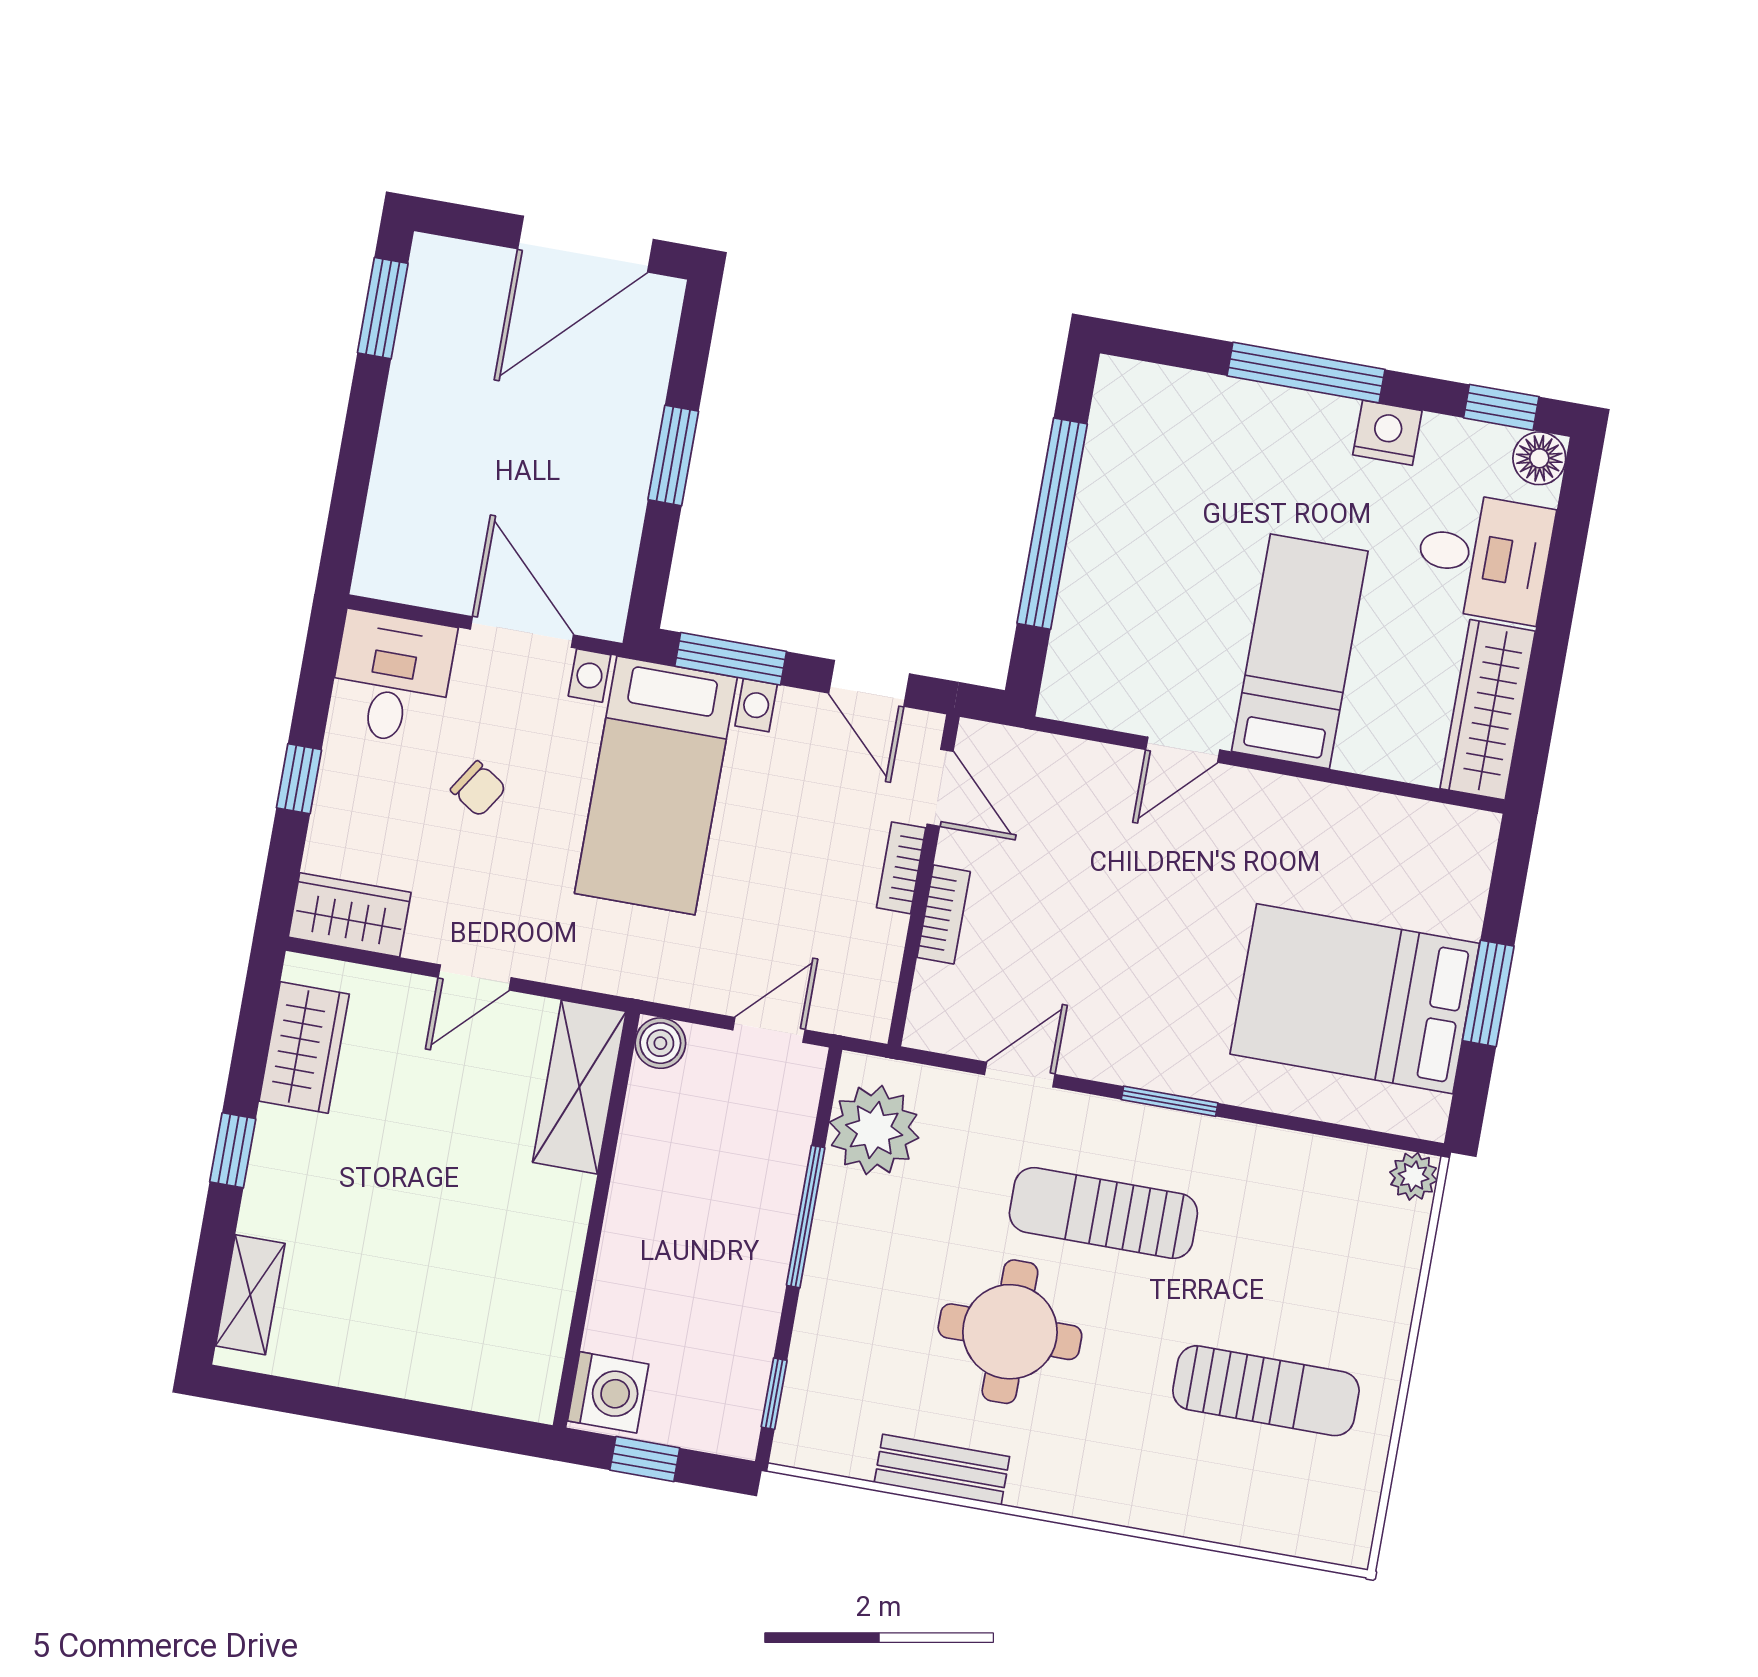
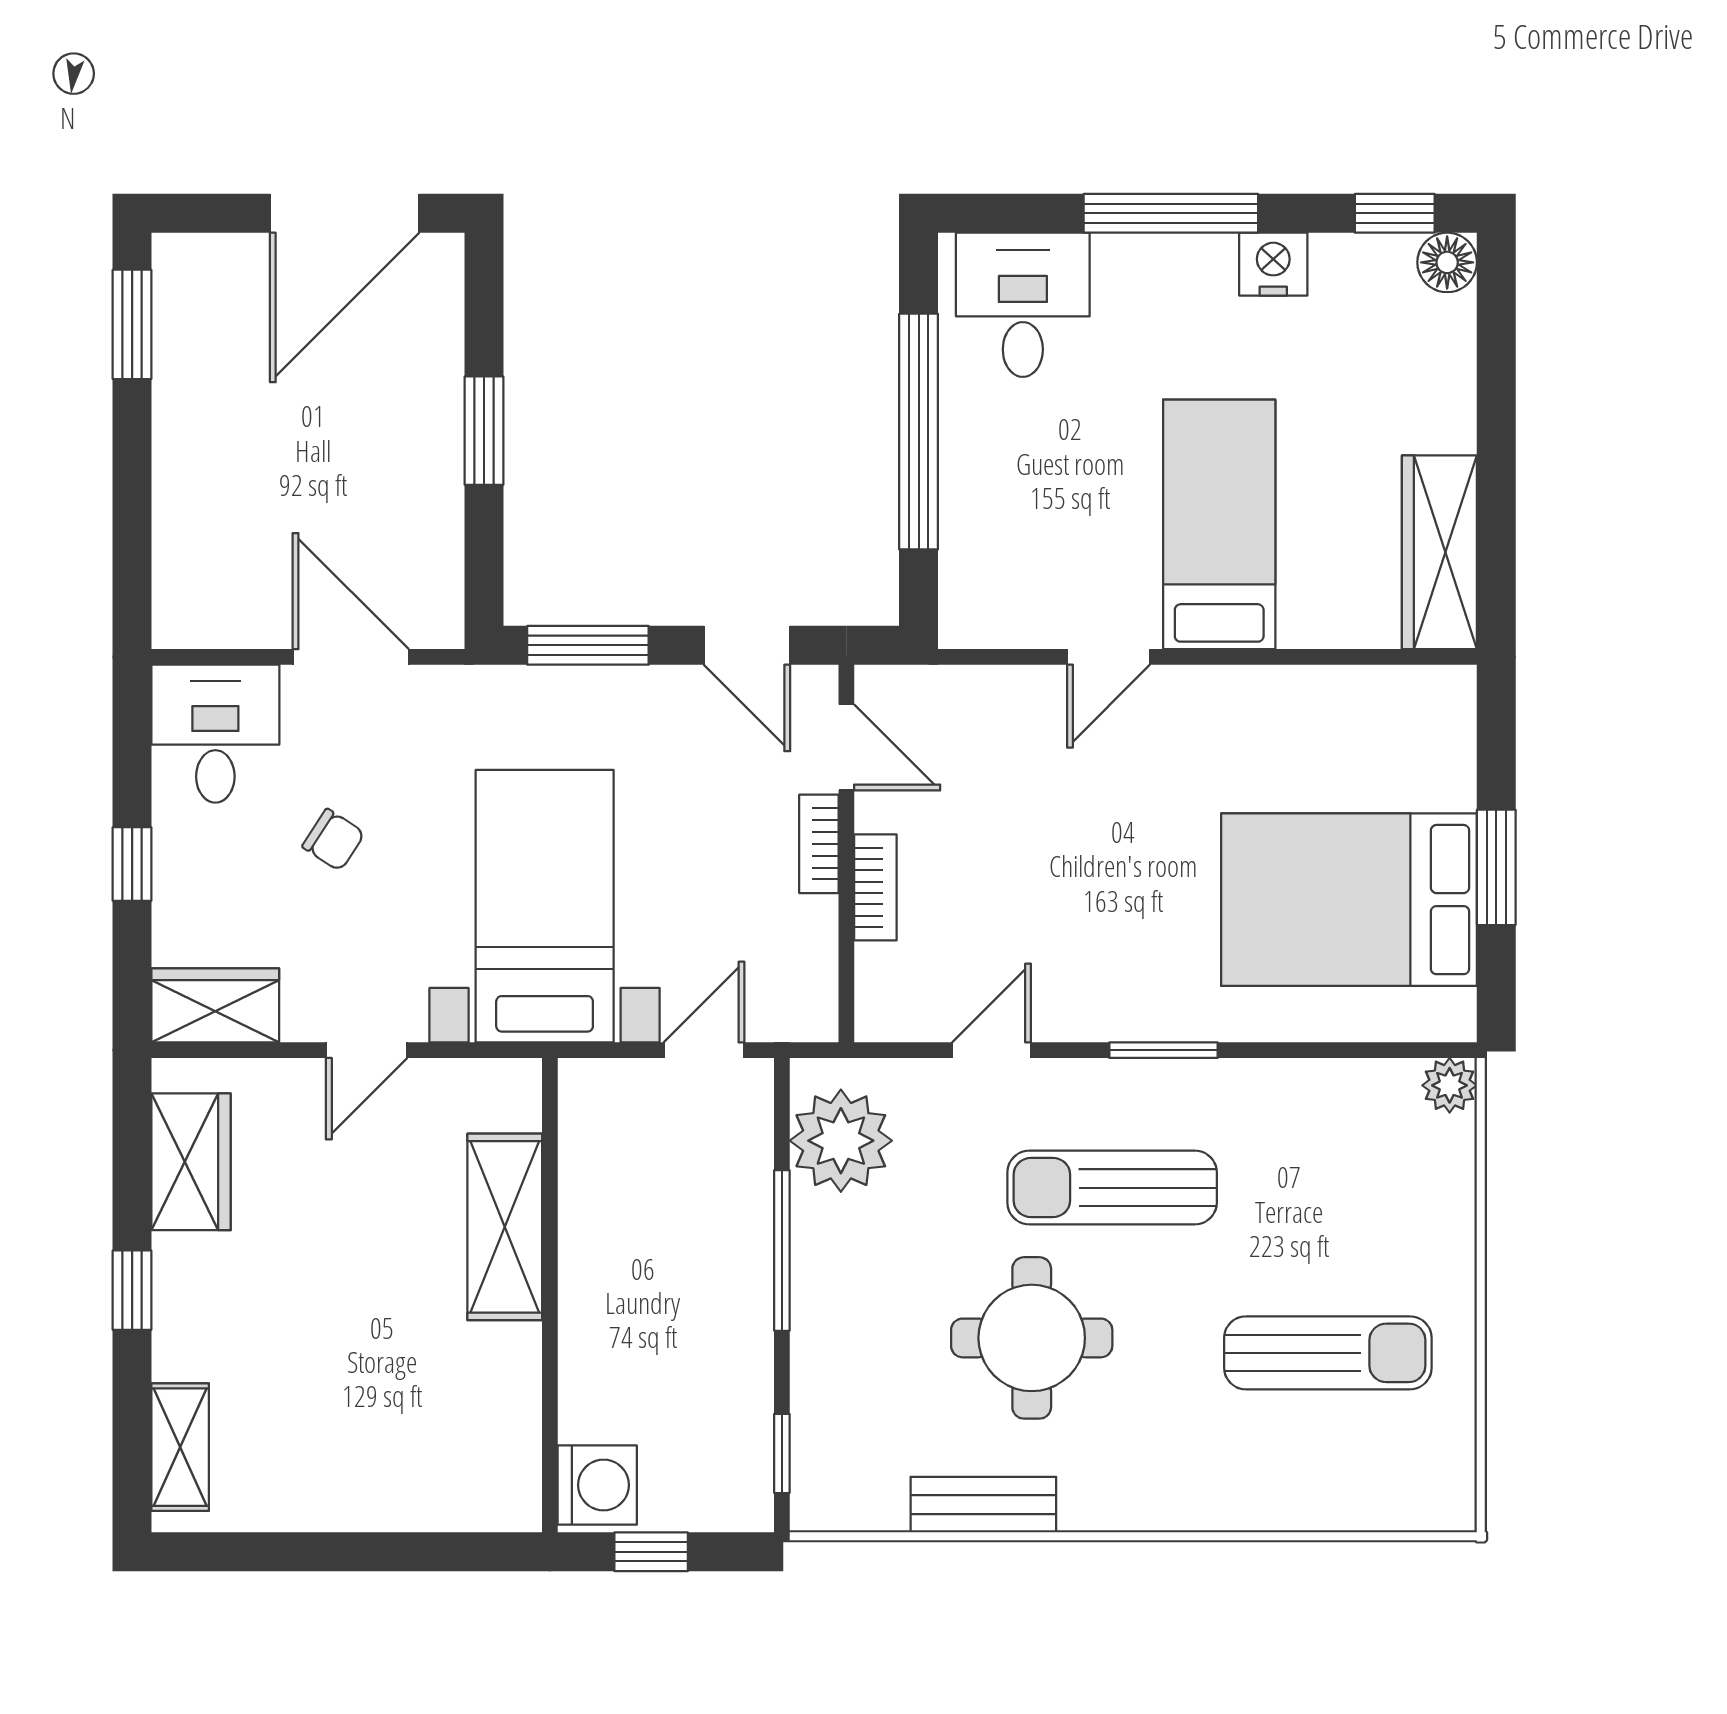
desk: (1484, 557) -> (1023, 305), moved, turned -90
bed with nightstands: (656, 785) -> (545, 906), moved, turned 180
boiler: (660, 1043) -> (586, 1086), removed
shelving: (579, 1087) -> (505, 1227), moved

